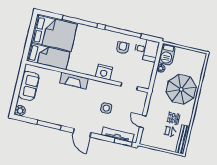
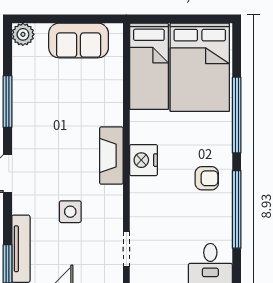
armchair: (123, 48) -> (207, 178), moved
nightstand: (104, 72) -> (144, 160), moved
fireplace: (74, 81) -> (111, 156), moved

